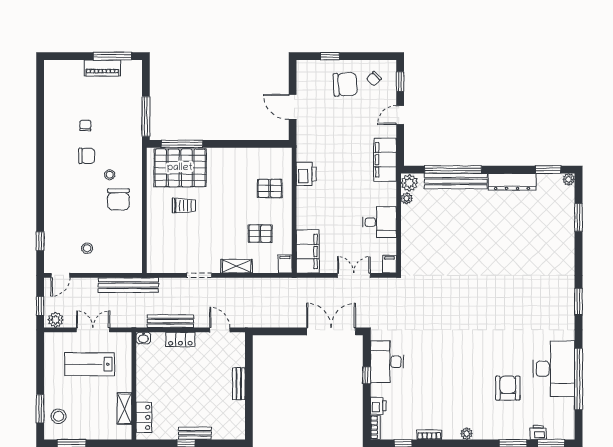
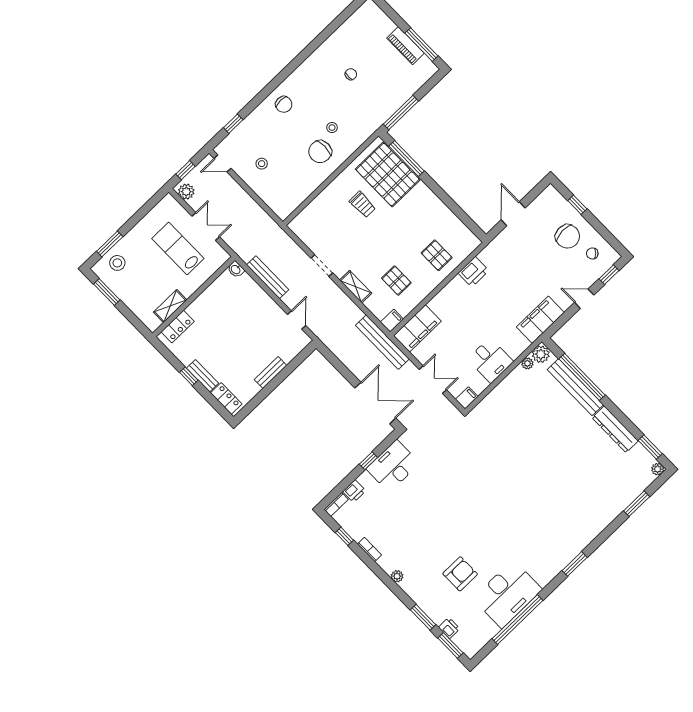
chair: (87, 156) -> (284, 104), moved
bench: (128, 285) -> (382, 342), moved
locker: (180, 339) -> (226, 398), moved, turned 180

